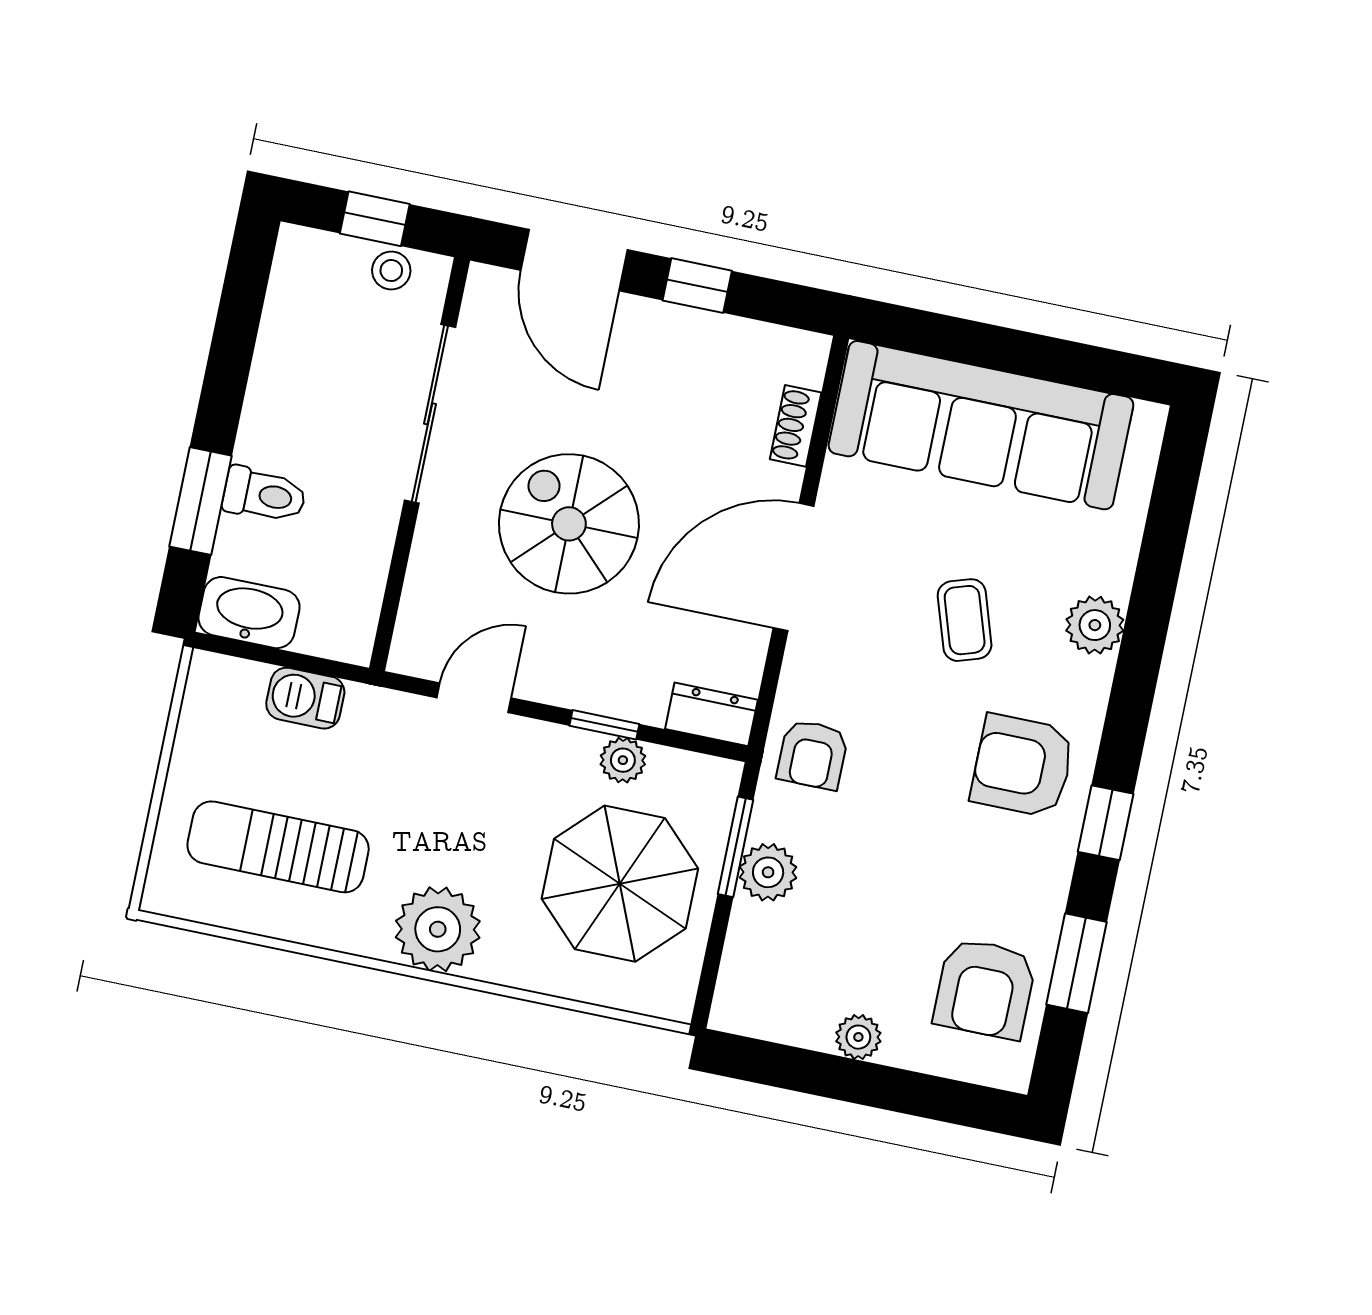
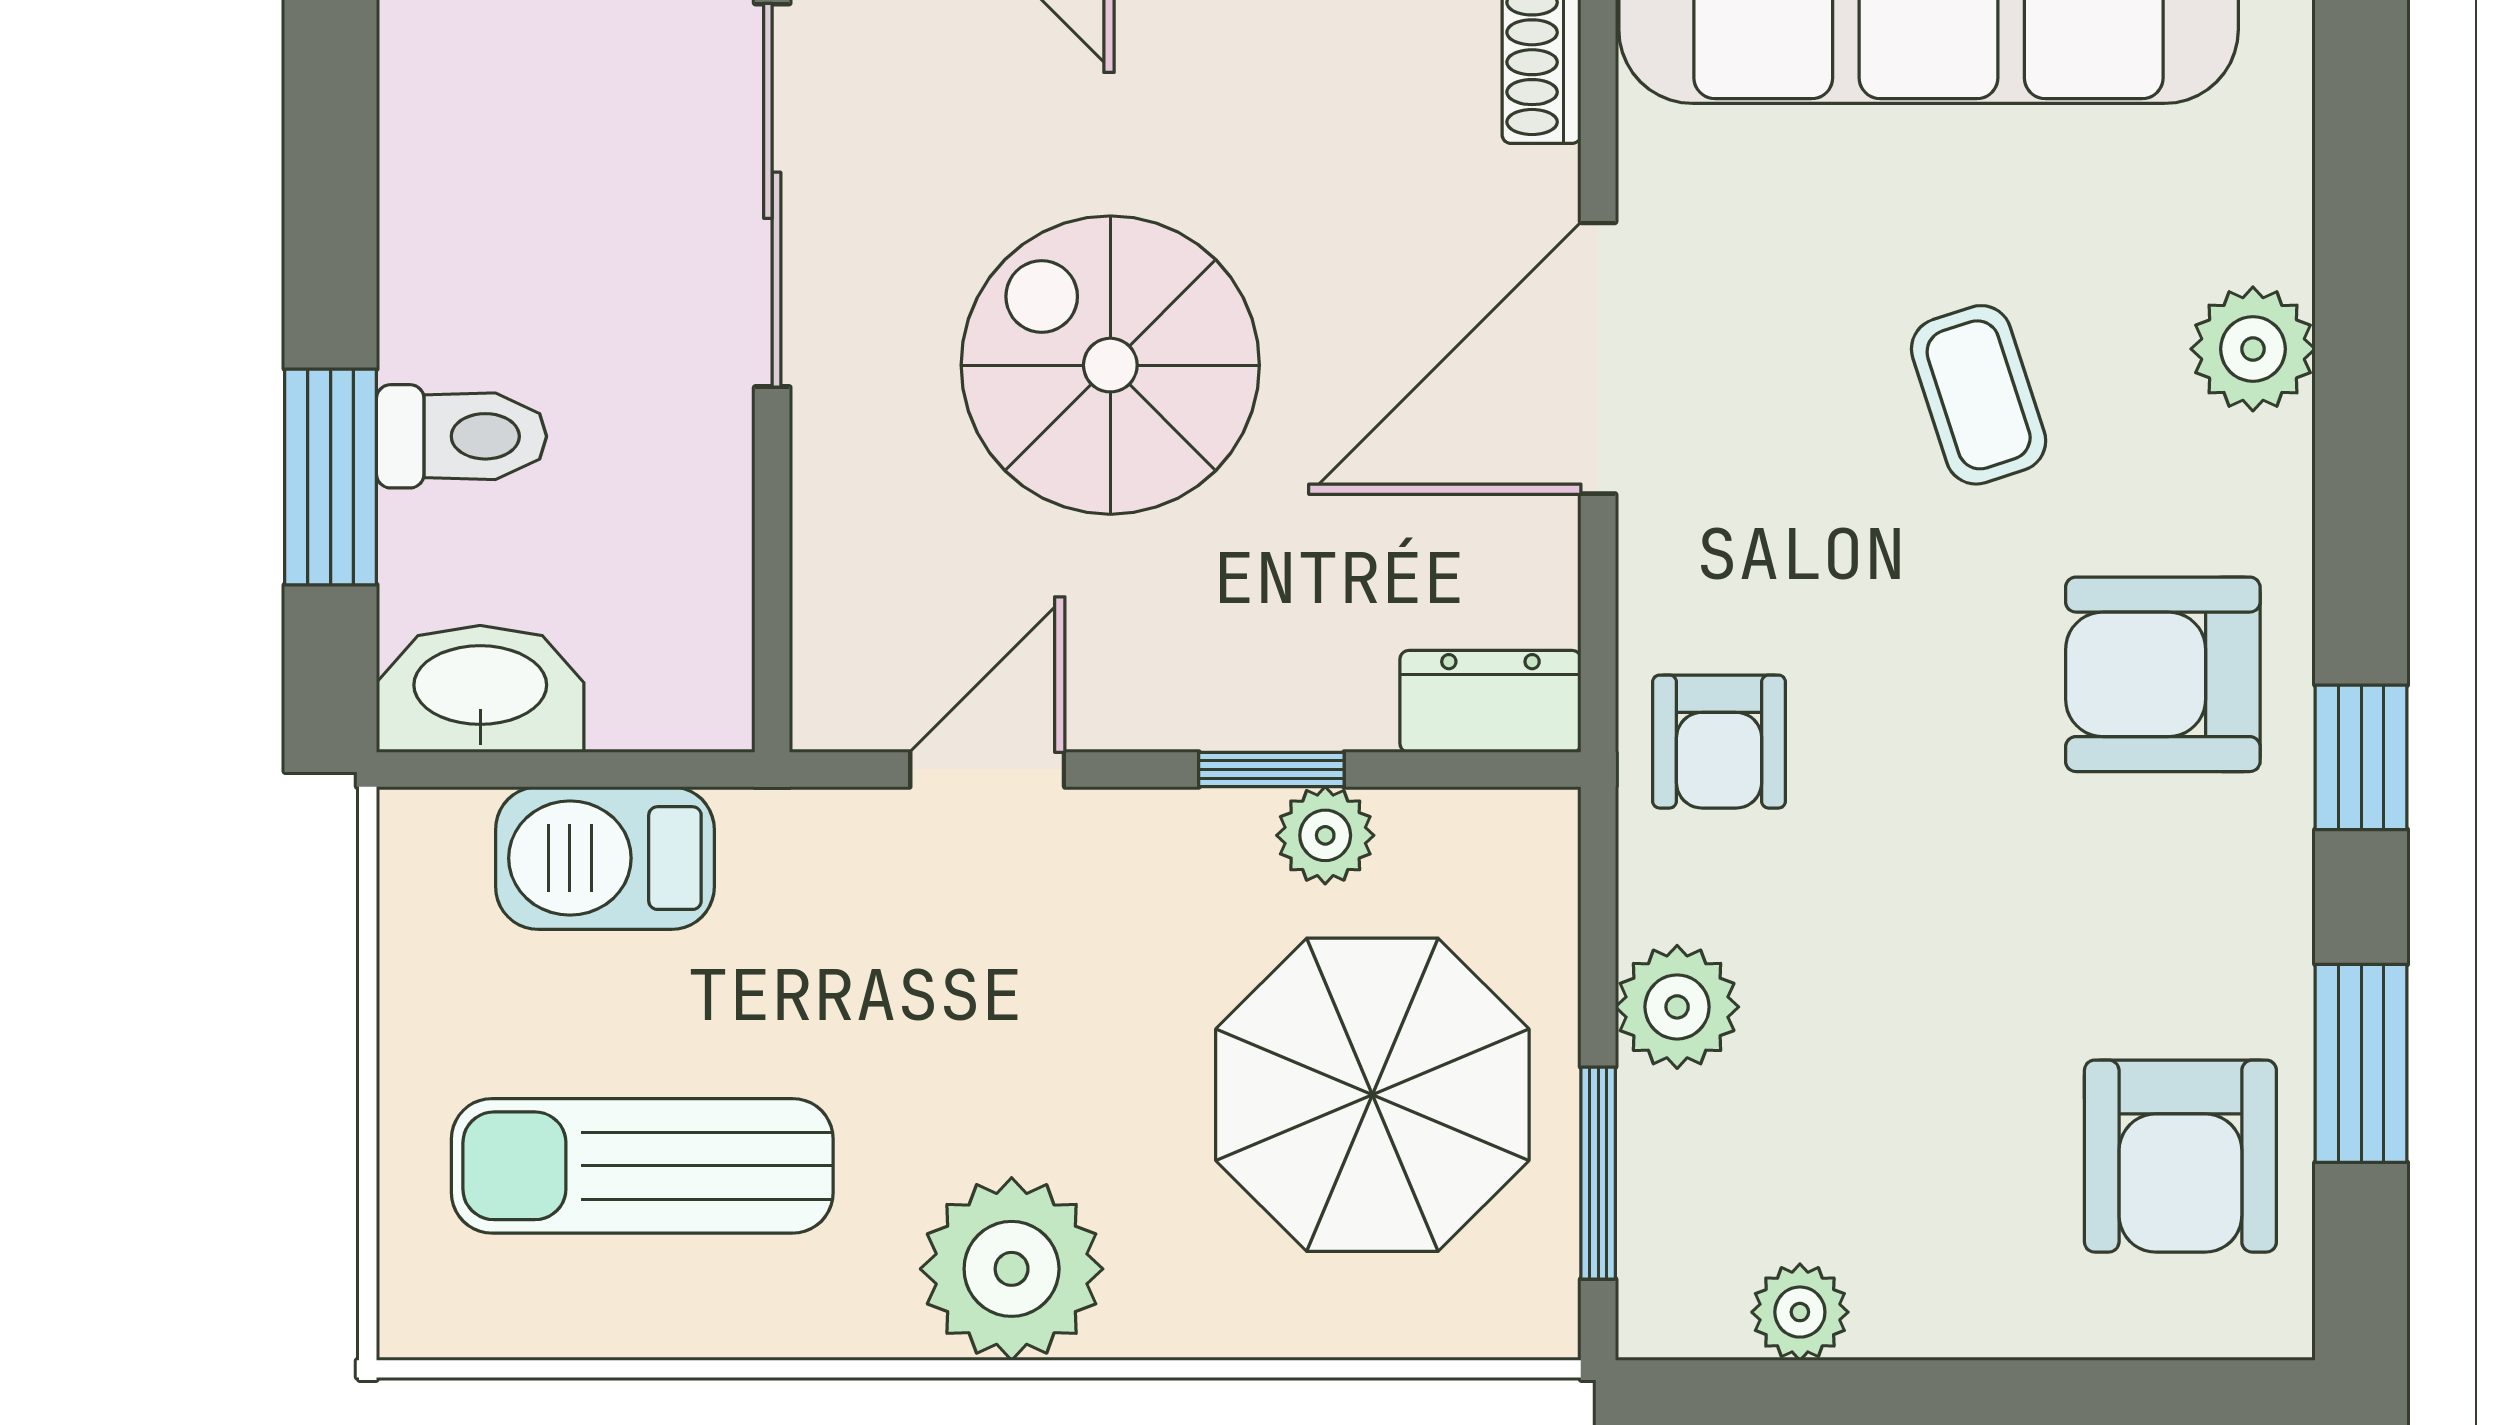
barbecue: (305, 698) -> (605, 858), width x1.38, depth x1.27
window: (736, 847) -> (1598, 1173), moved
plant: (858, 1037) -> (1800, 1312), moved

